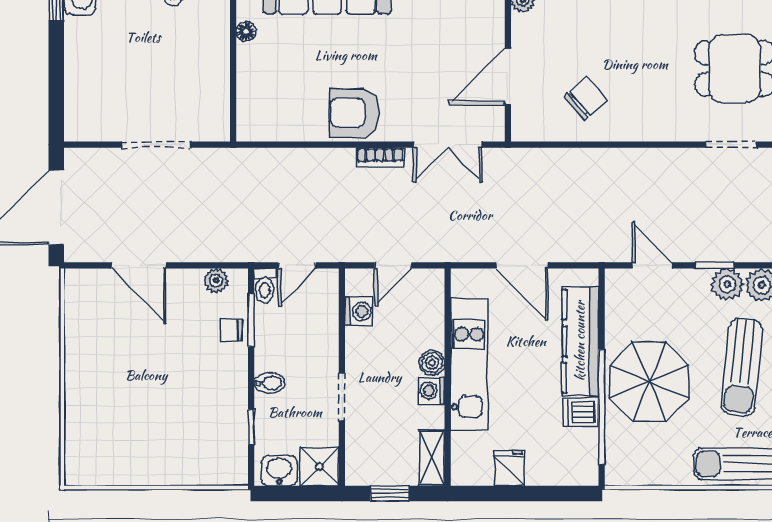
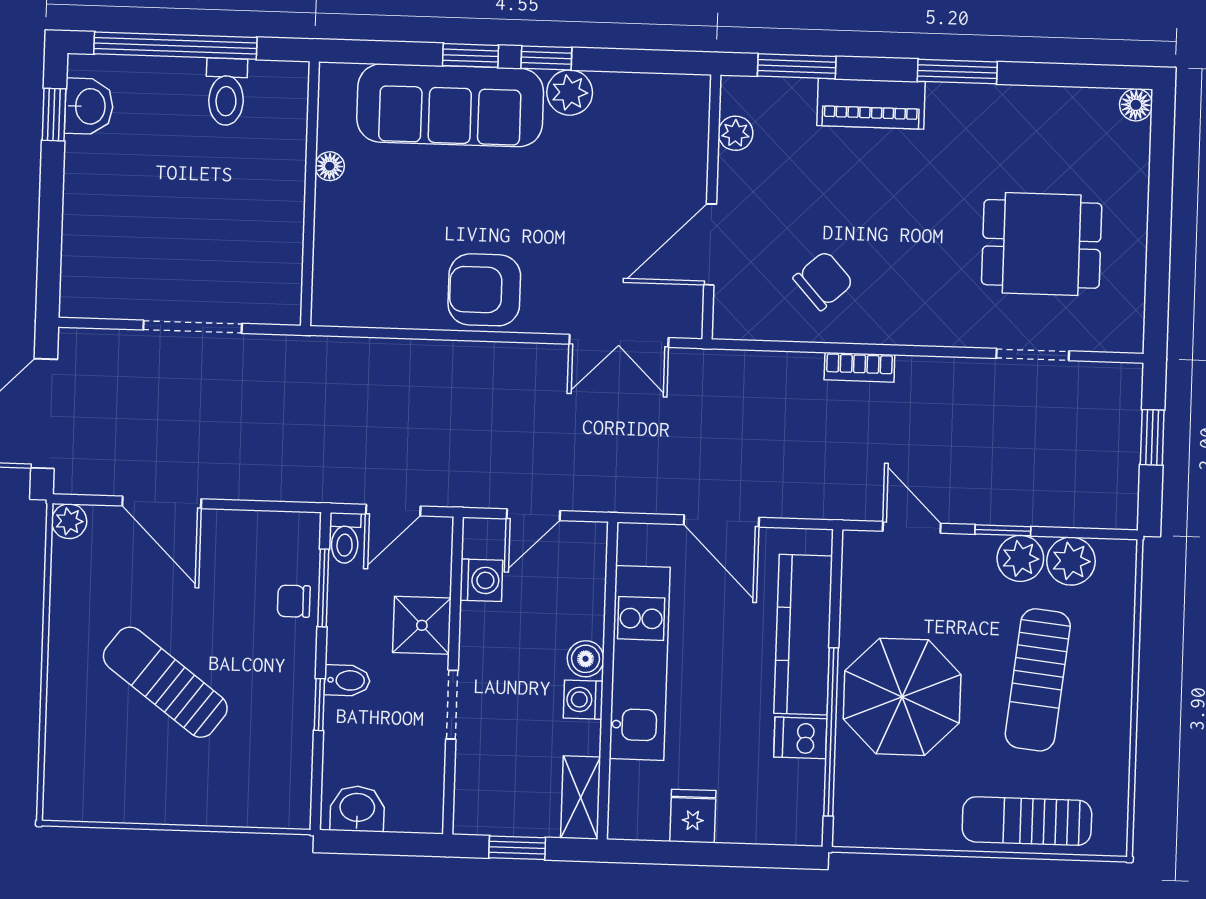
bookcase: (380, 157) -> (859, 367), moved
plant: (216, 280) -> (69, 521), moved
sun lounger: (145, 388) -> (165, 682), added
window: (251, 427) -> (319, 705), moved
shower: (319, 467) -> (422, 625), moved

